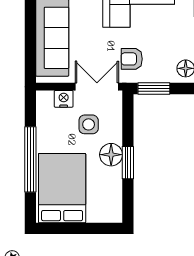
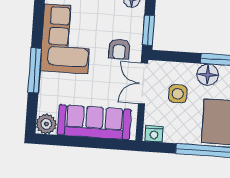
nightstand: (64, 99) -> (154, 134), moved, turned -90

